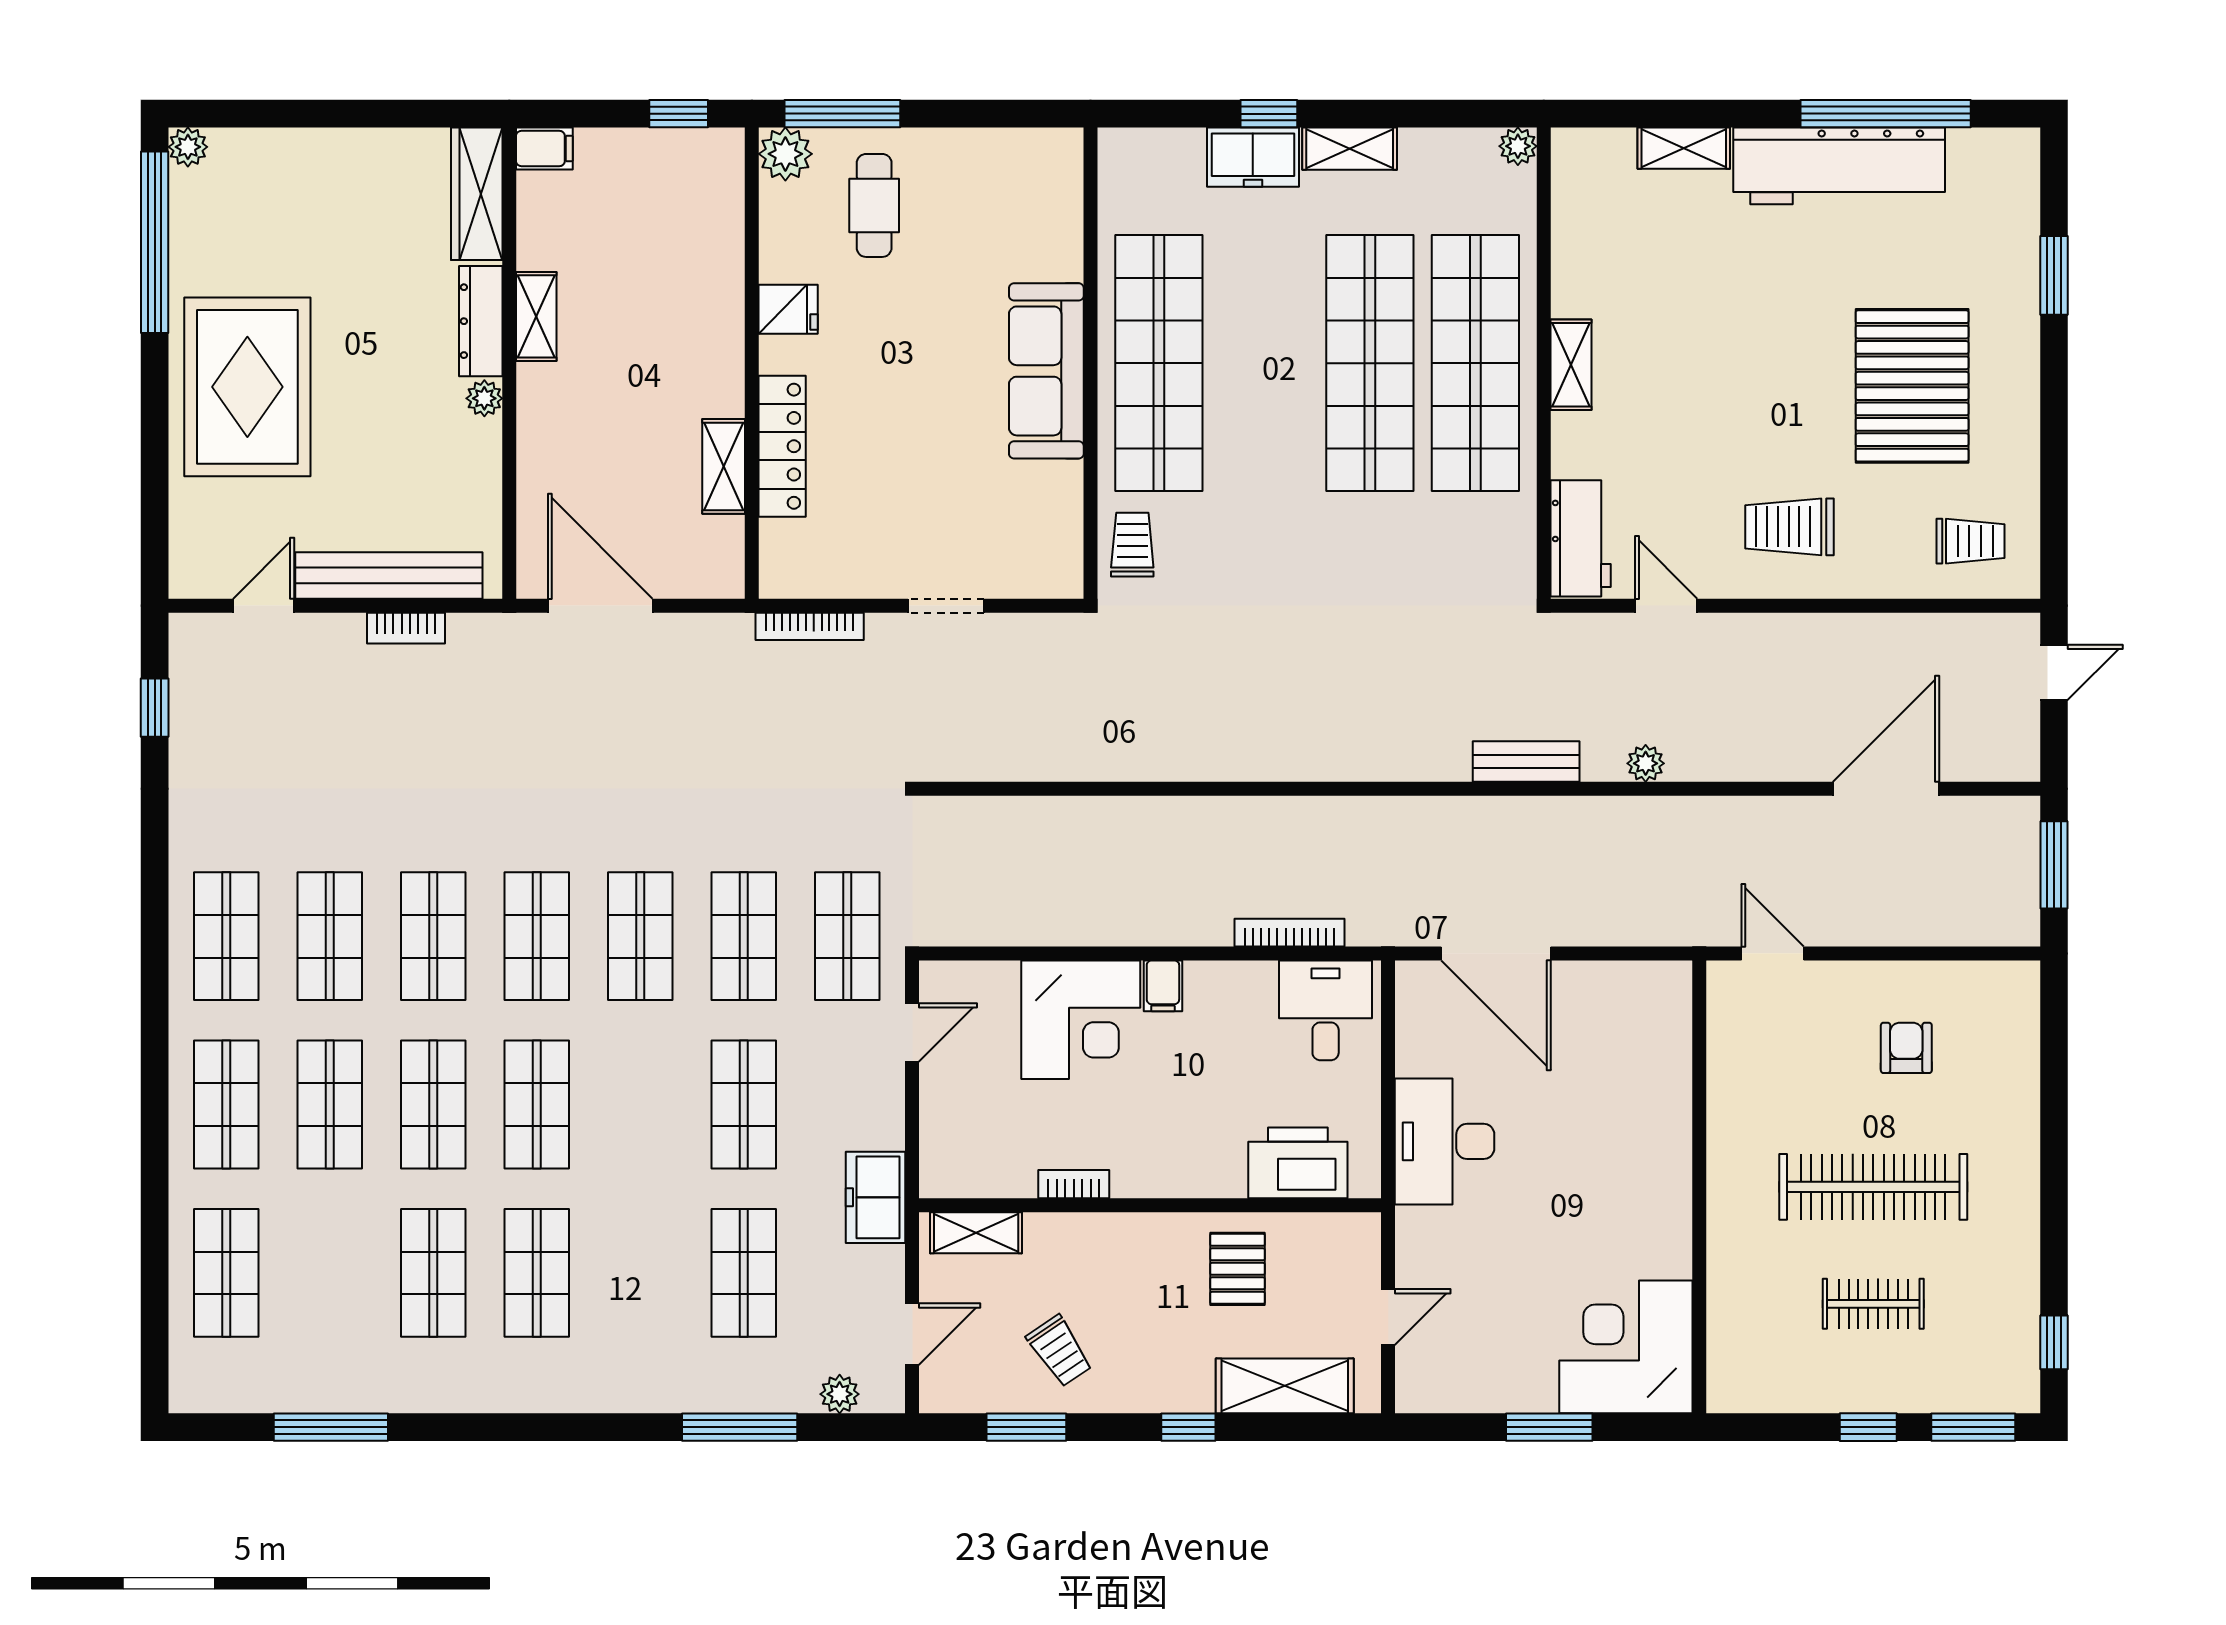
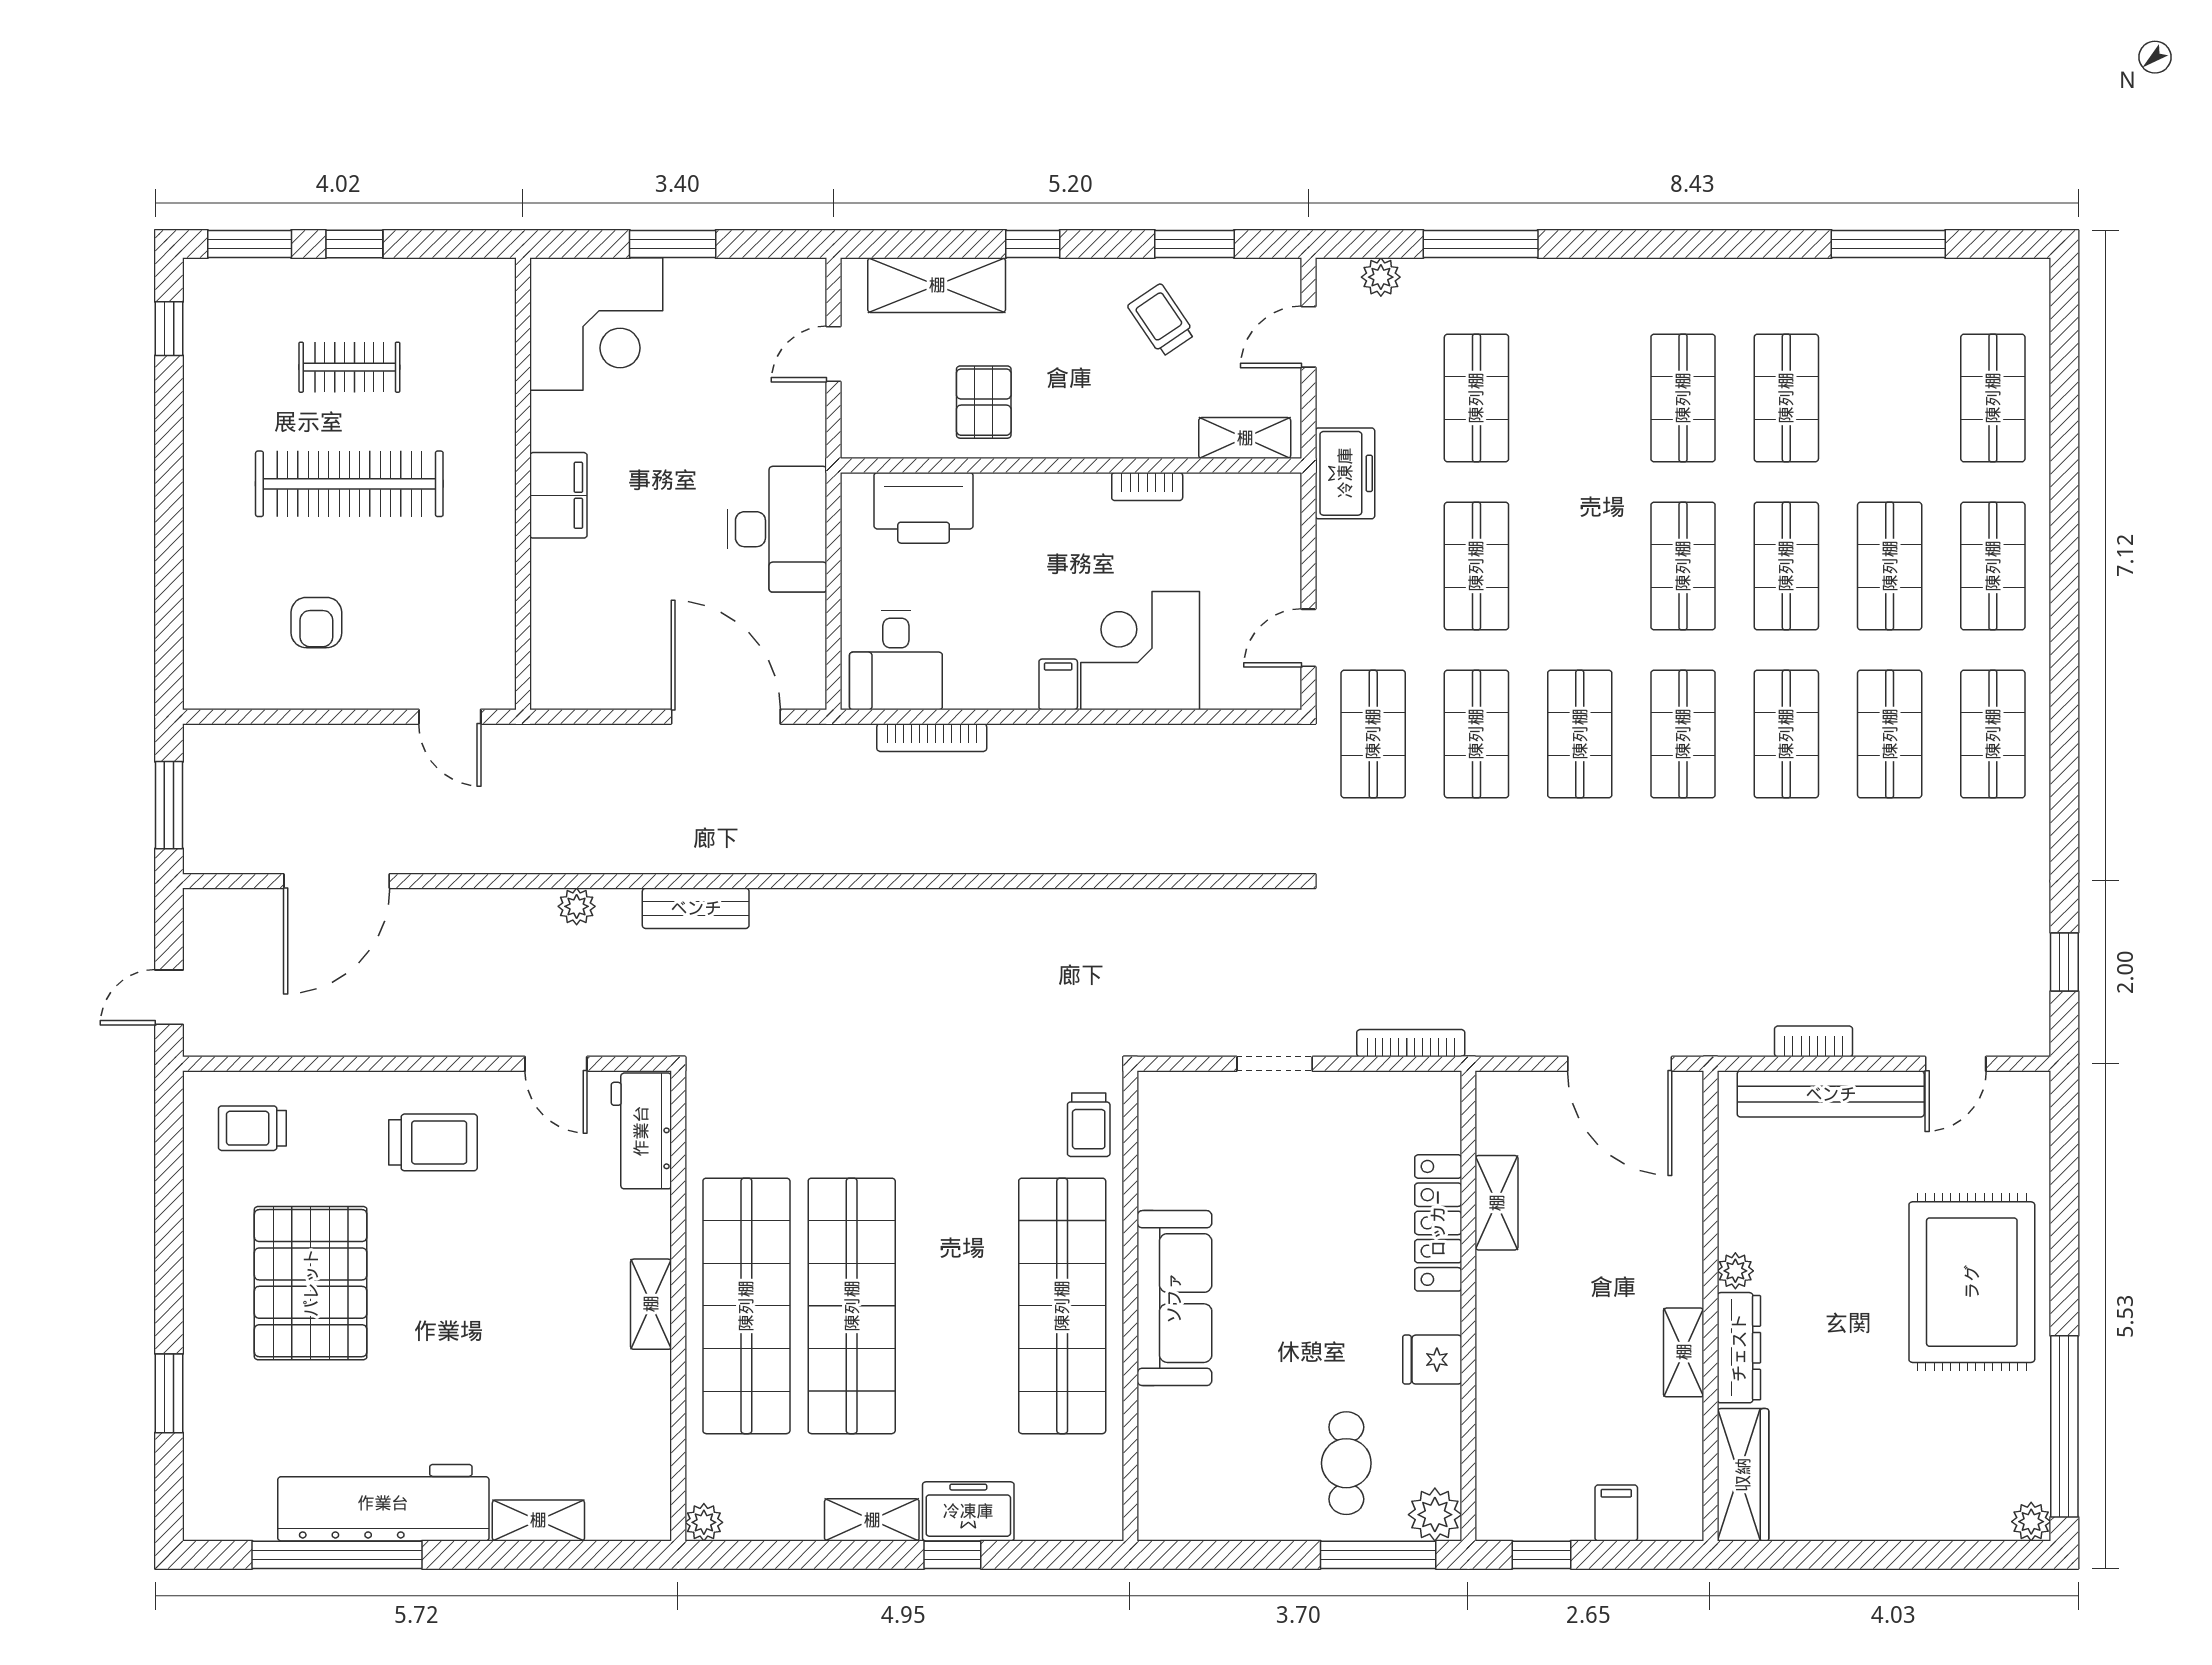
filing cabinet: (544, 149) -> (1616, 1513), moved, turned 90
filing cabinet: (1664, 1175) -> (558, 495), added

